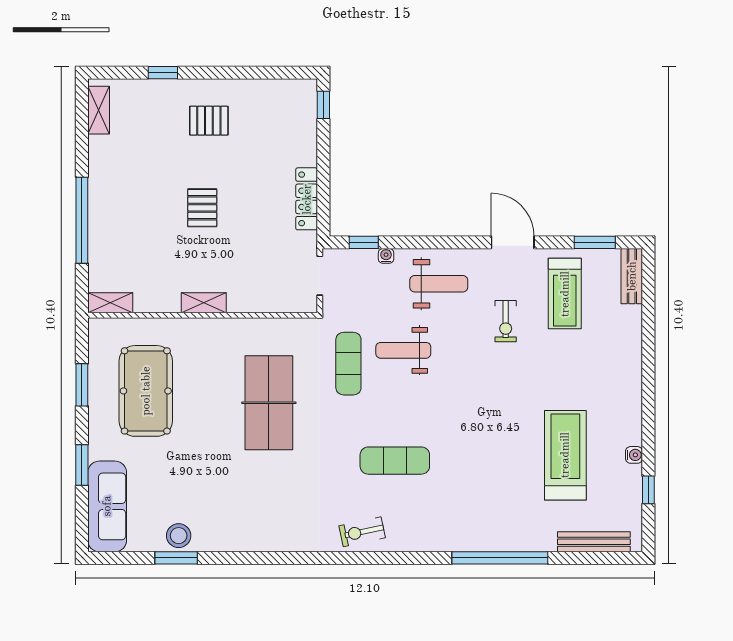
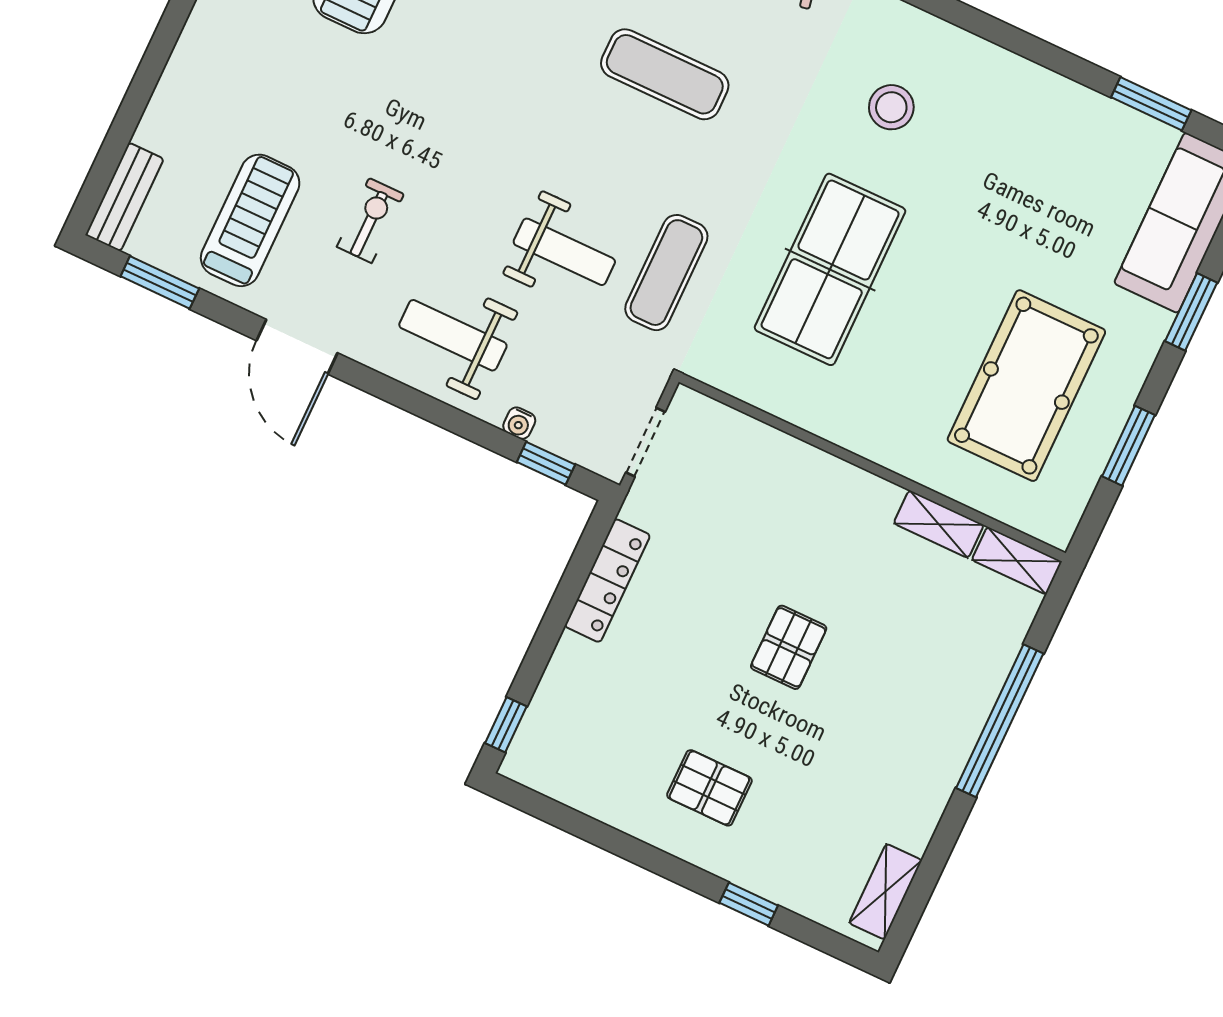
shelving: (204, 303) -> (939, 524), moved
stool: (179, 536) -> (891, 107), moved
window: (176, 558) -> (1151, 104), moved

